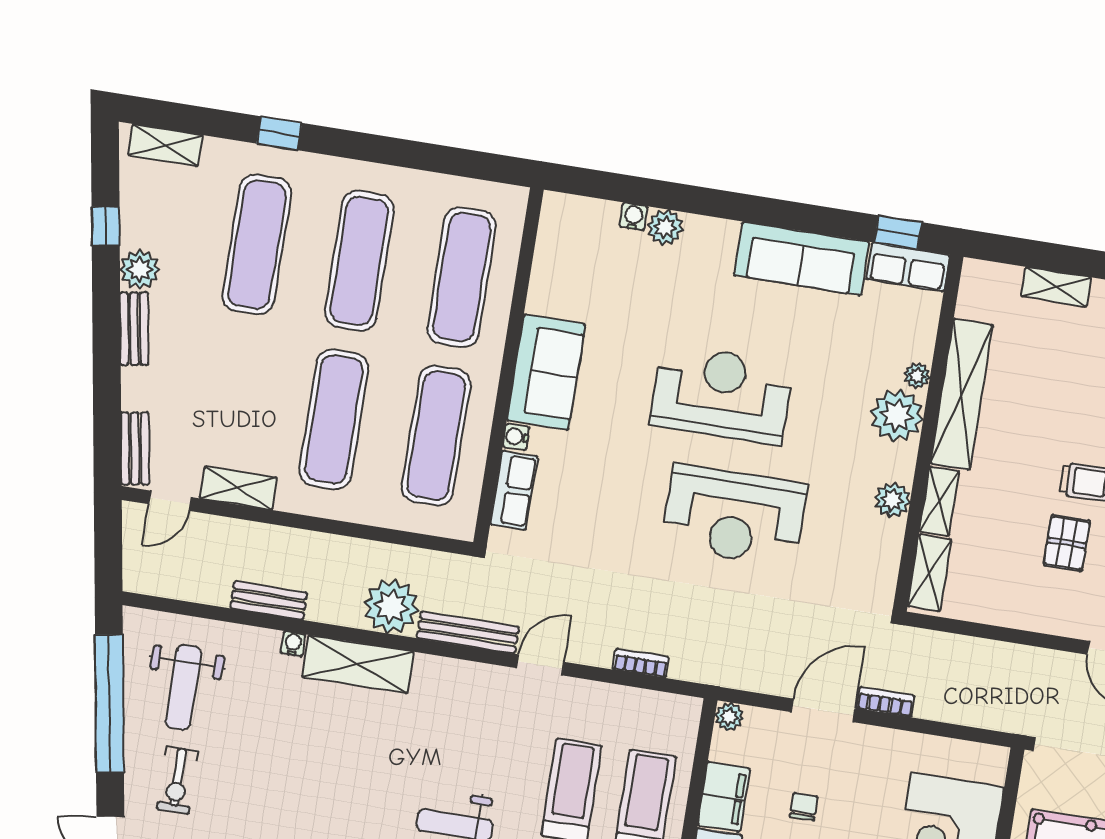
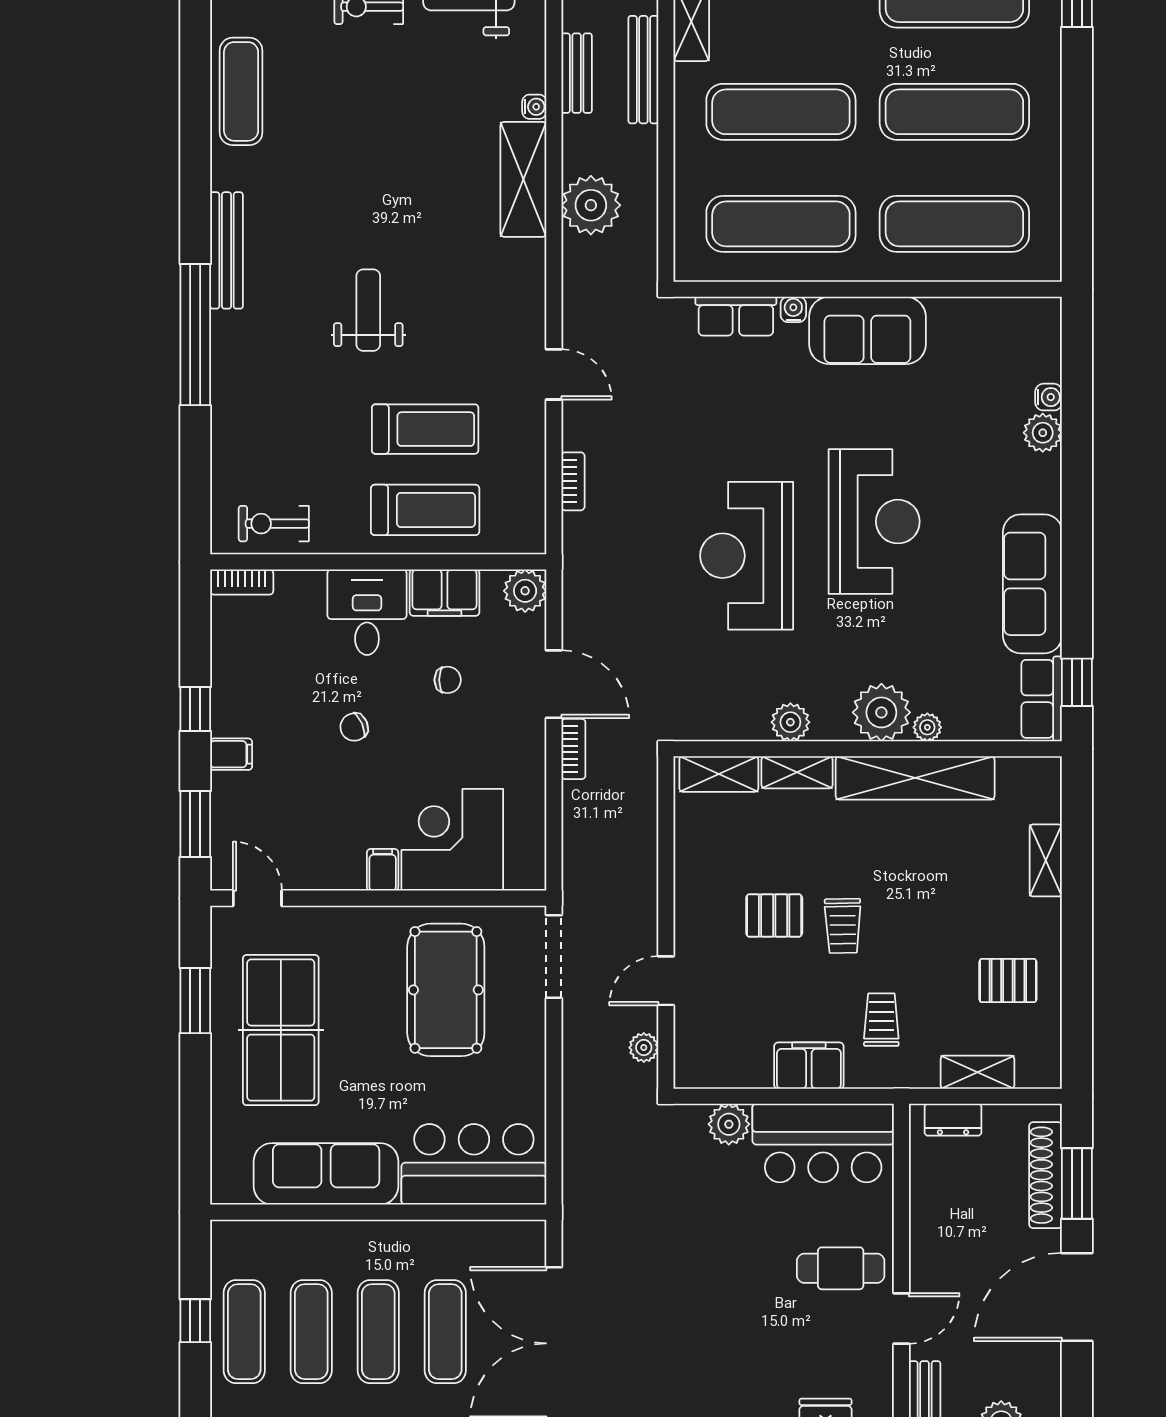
bench: (468, 632) -> (643, 70), moved
plant: (729, 717) -> (525, 591), width x1.38, depth x1.38

